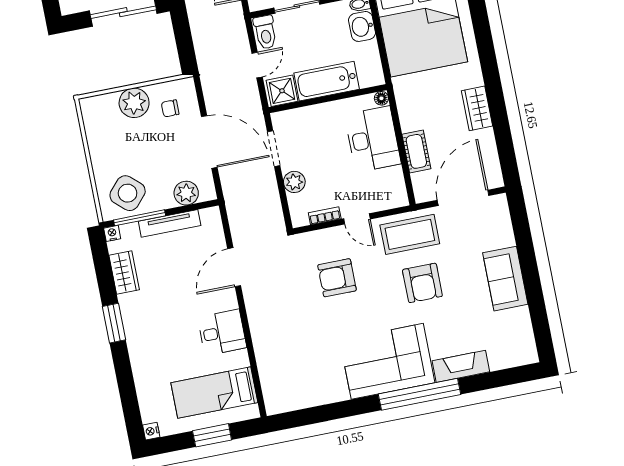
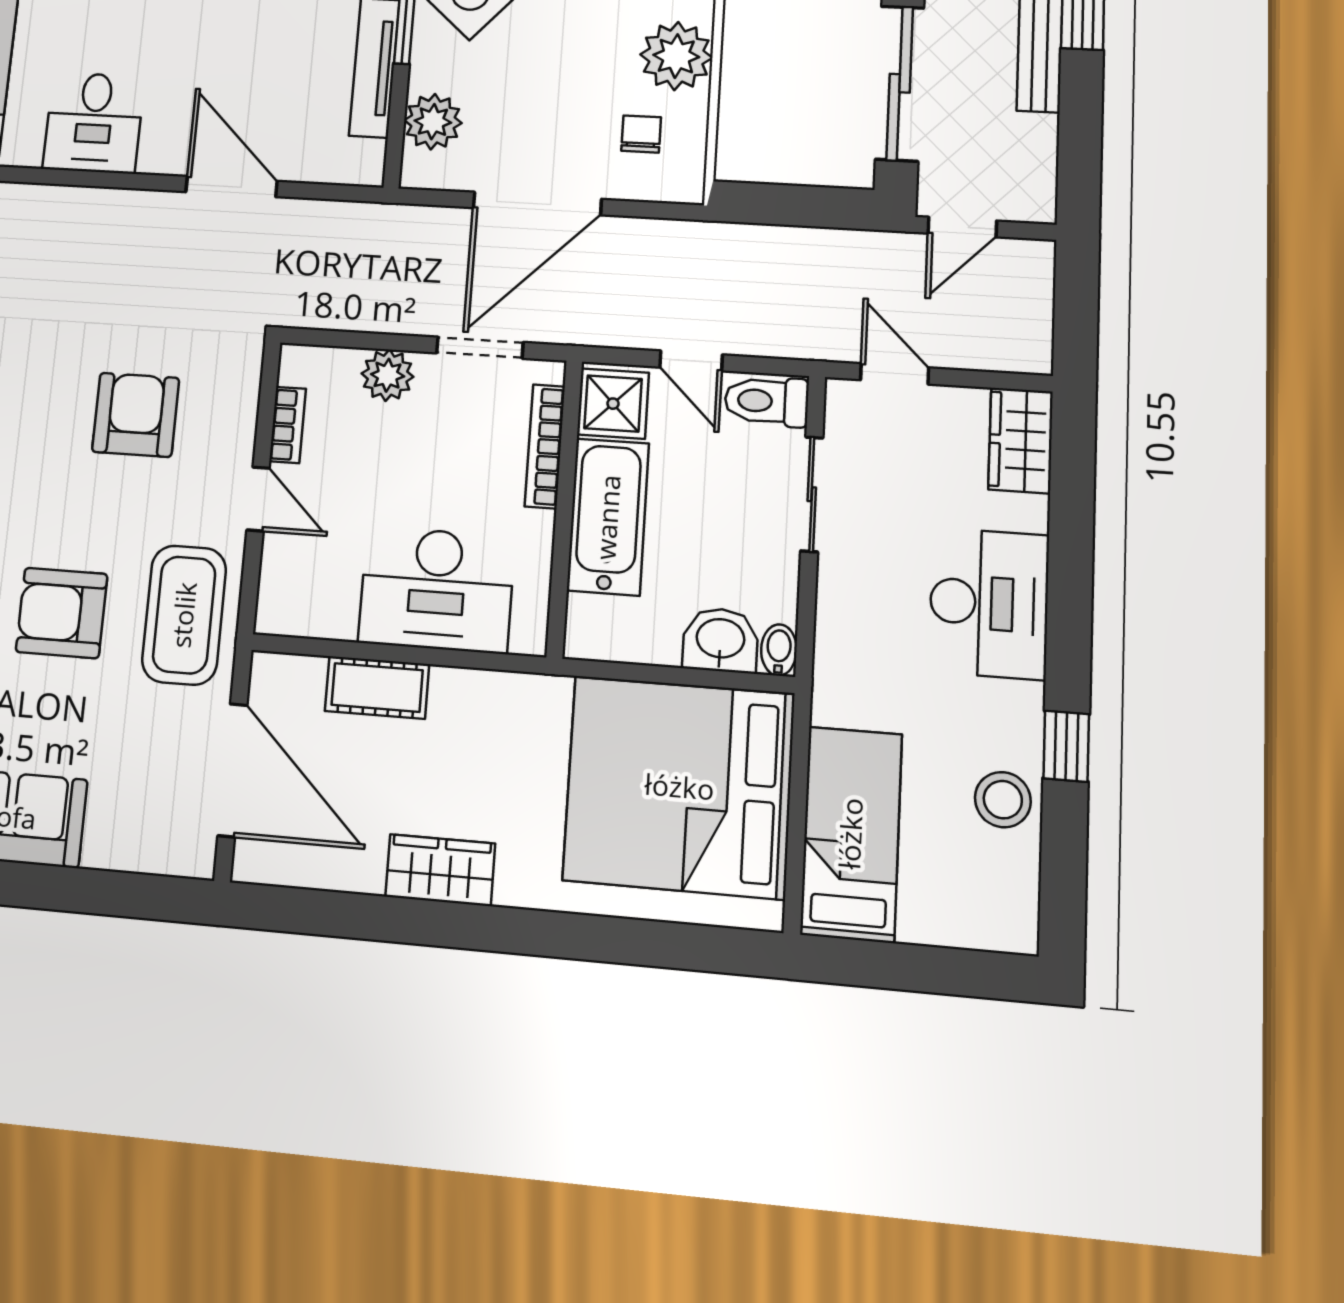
floor lamp: (381, 98) -> (530, 638), removed
bookcase: (306, 113) -> (545, 446), added
door: (357, 219) -> (258, 499), swing flipped

